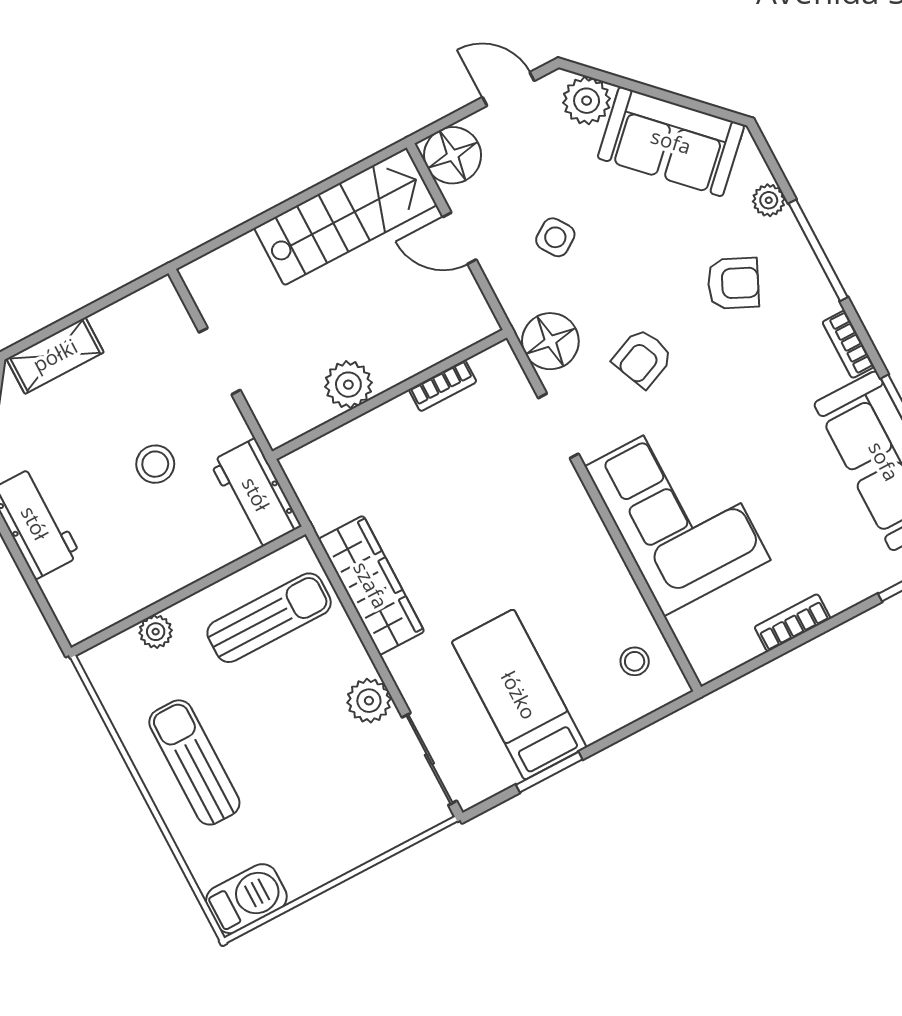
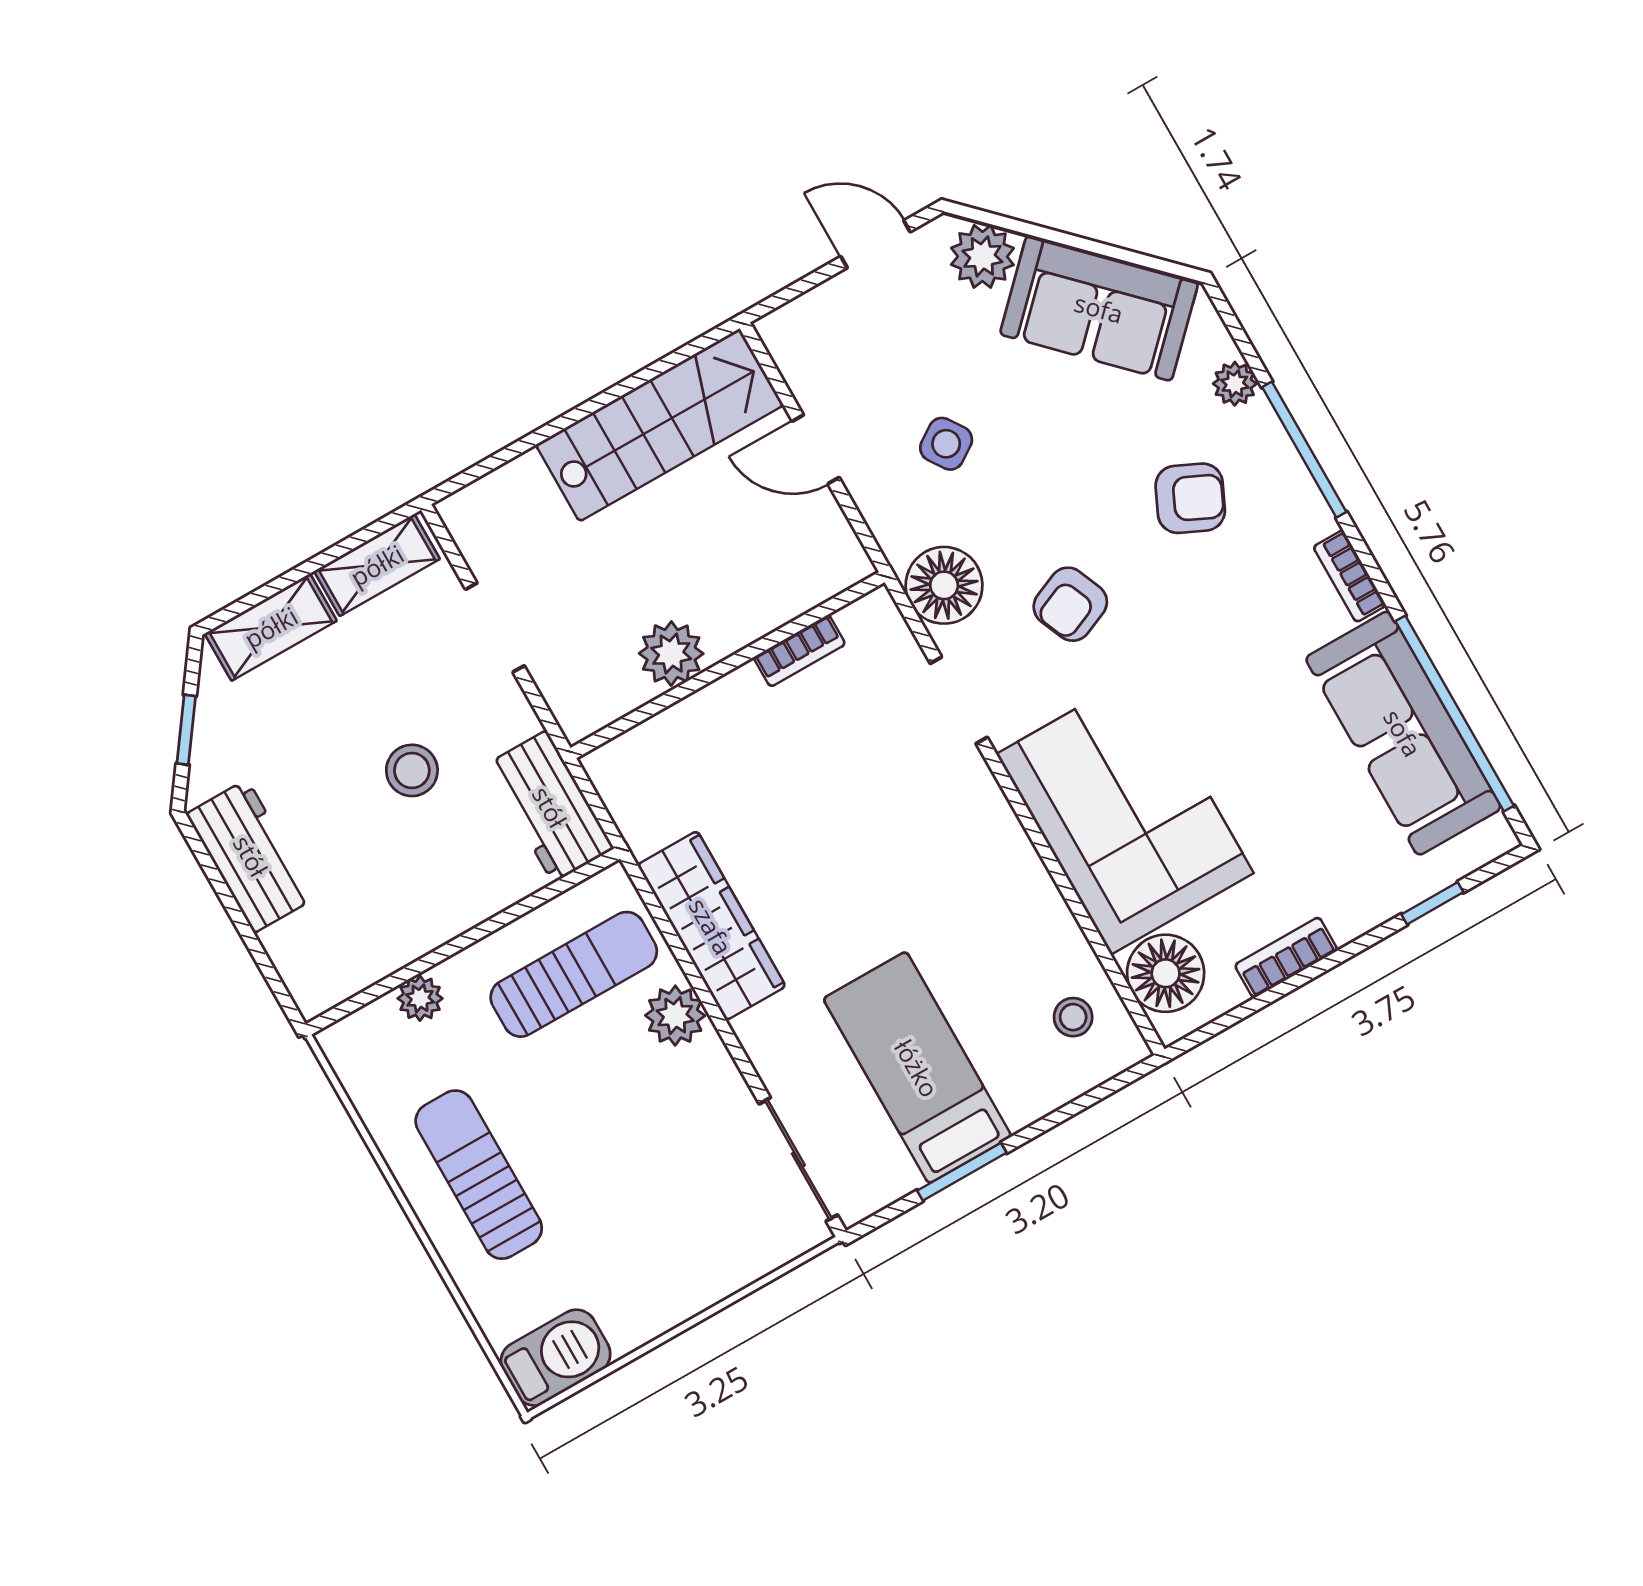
floor lamp: (453, 155) -> (1166, 973), moved
shelving: (135, 312) -> (377, 565), added
plant: (369, 701) -> (675, 1016), moved

